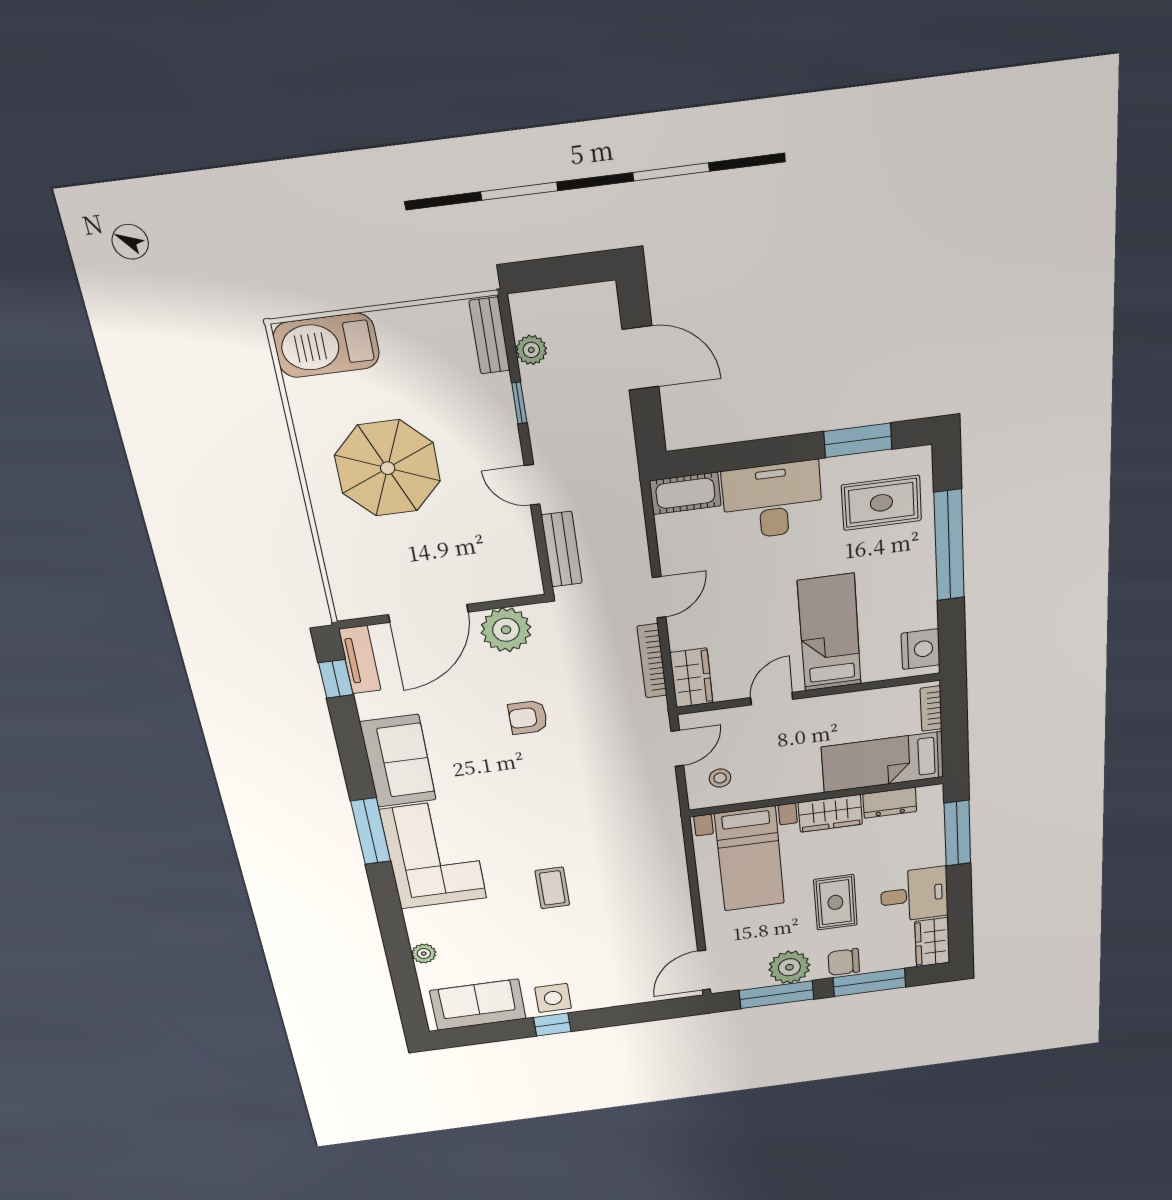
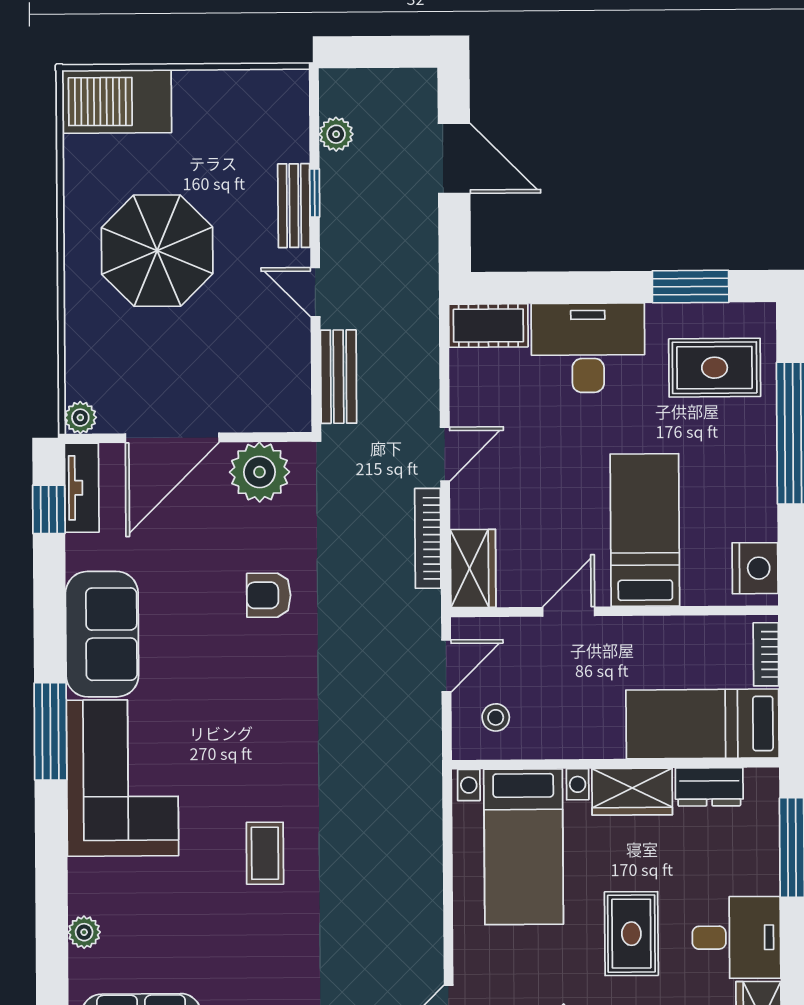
bench: (490, 336) -> (294, 206), moved
plant: (348, 608) -> (80, 418), added

